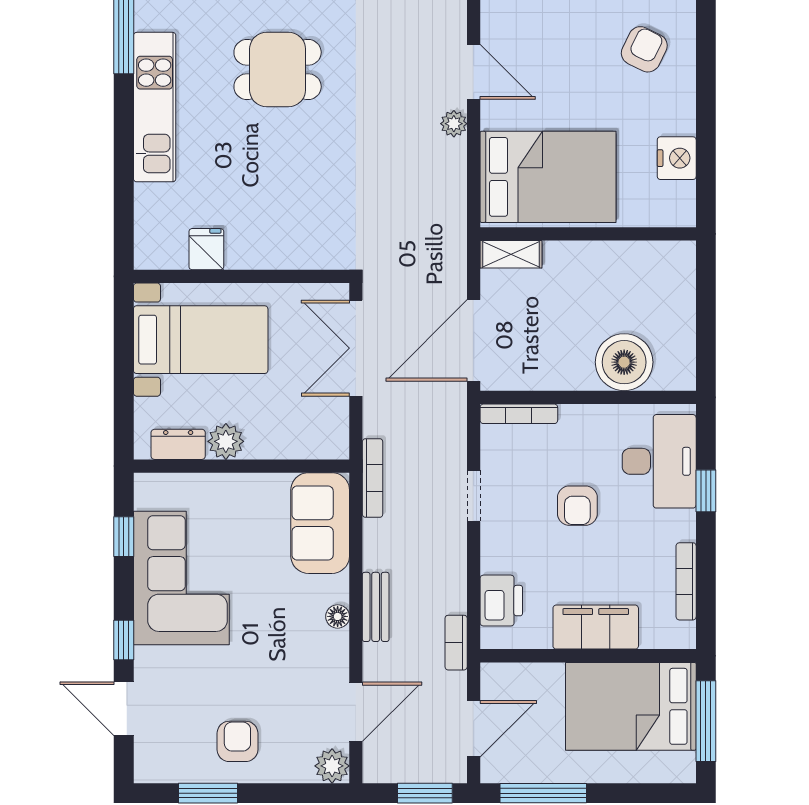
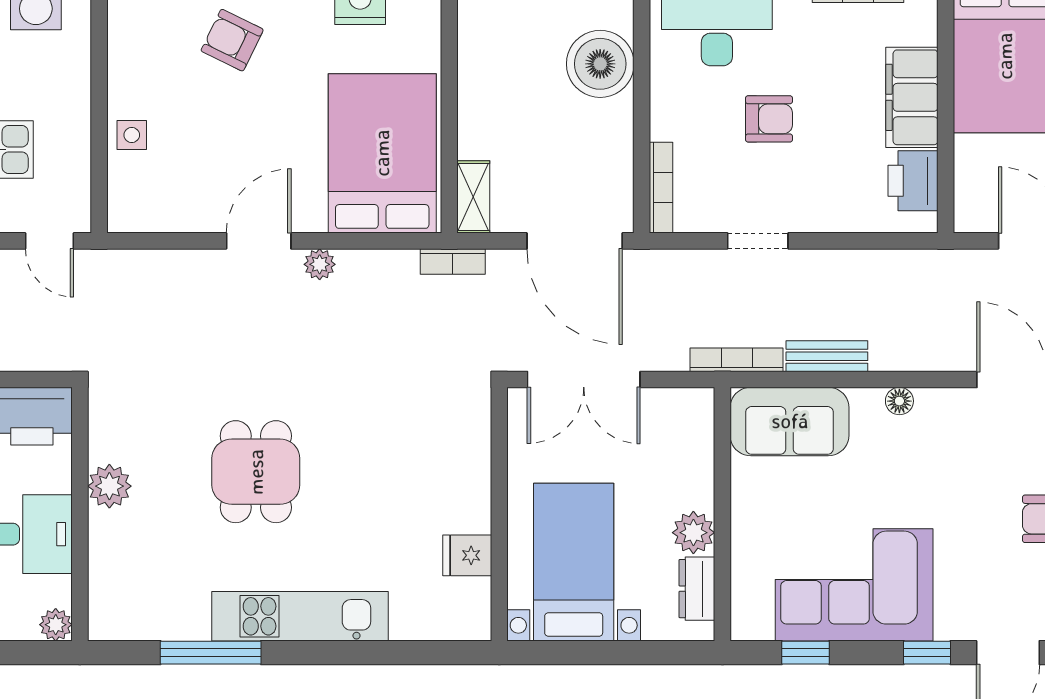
printer: (501, 601) -> (913, 181), moved, turned -90
bench: (376, 607) -> (827, 356), moved
bookcase: (456, 643) -> (453, 262), moved

